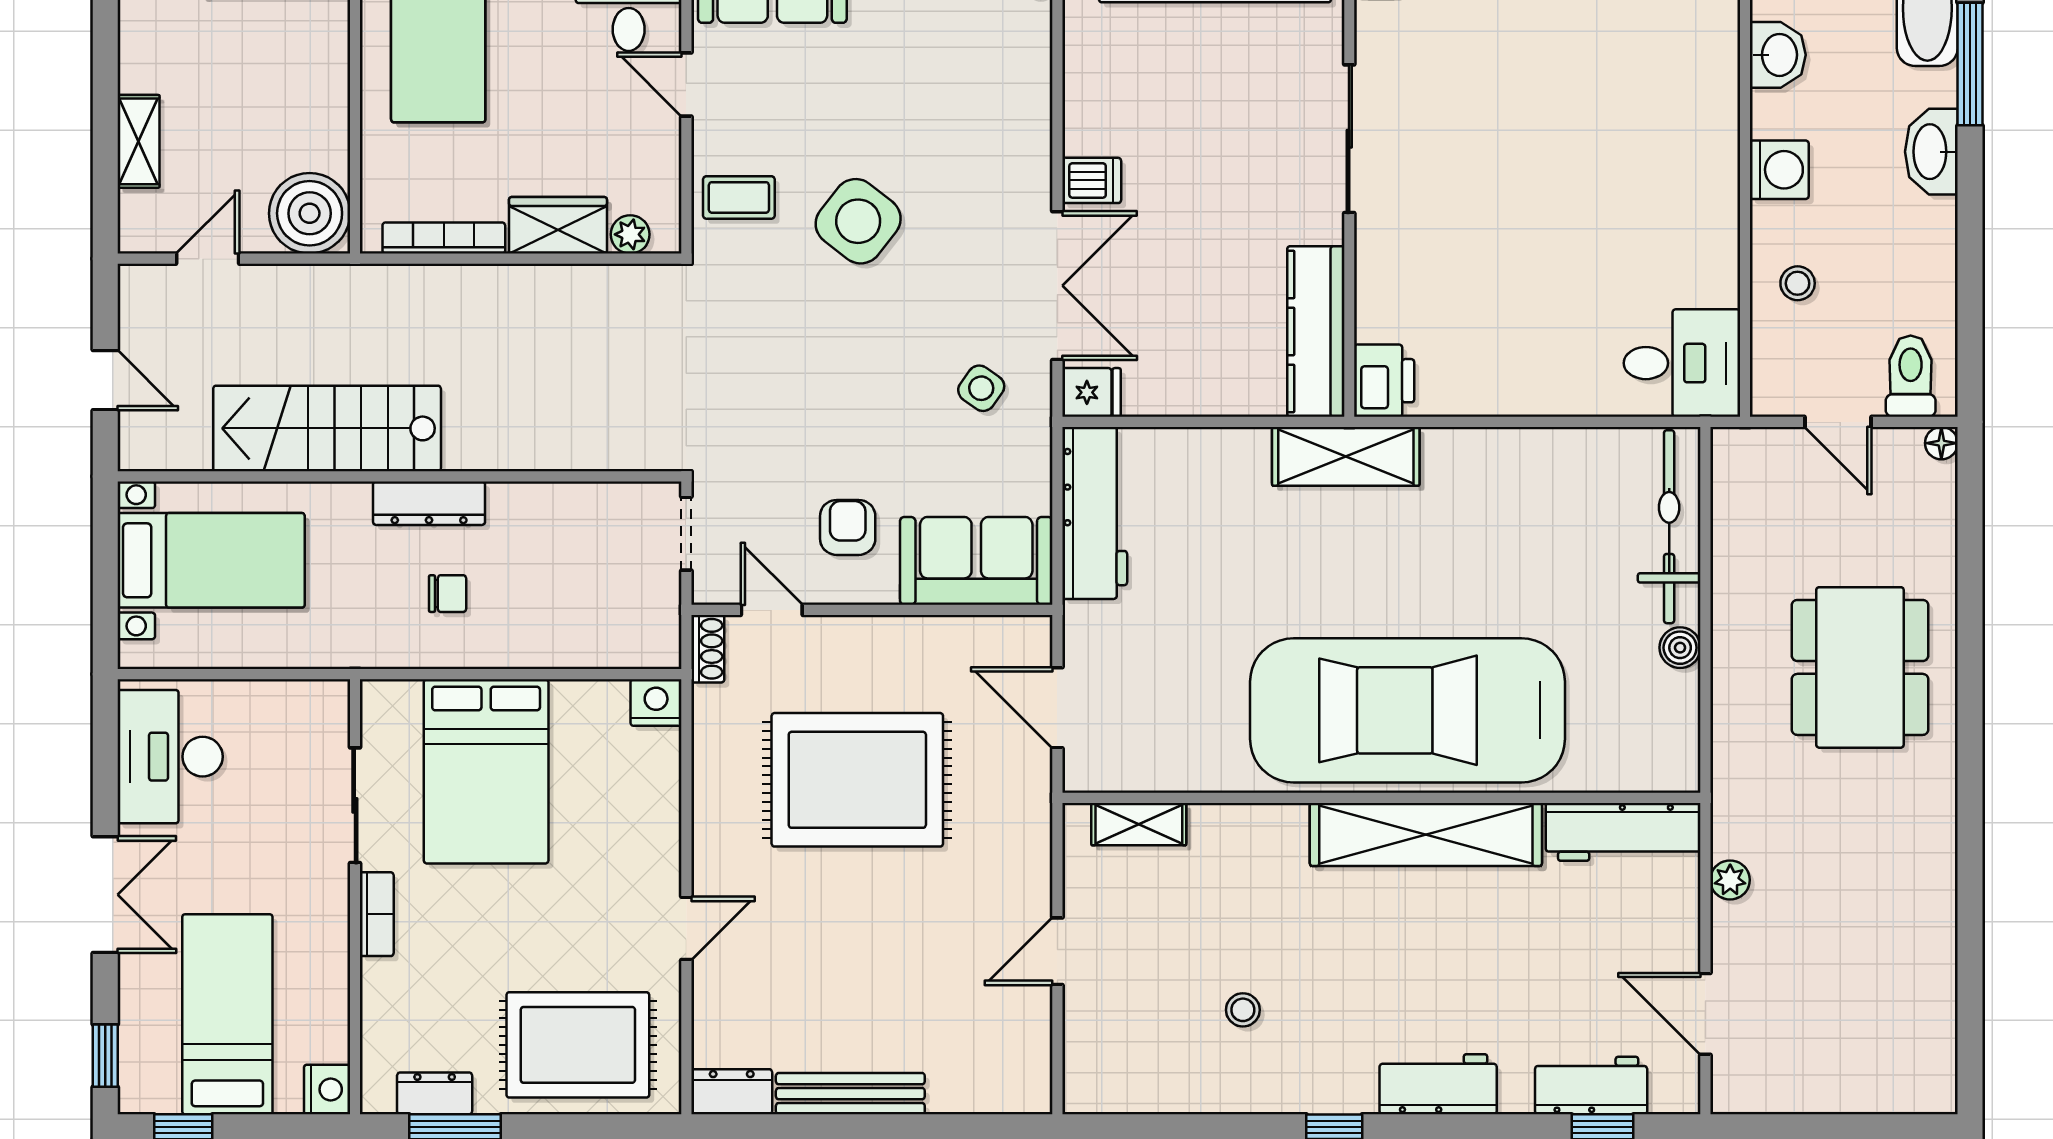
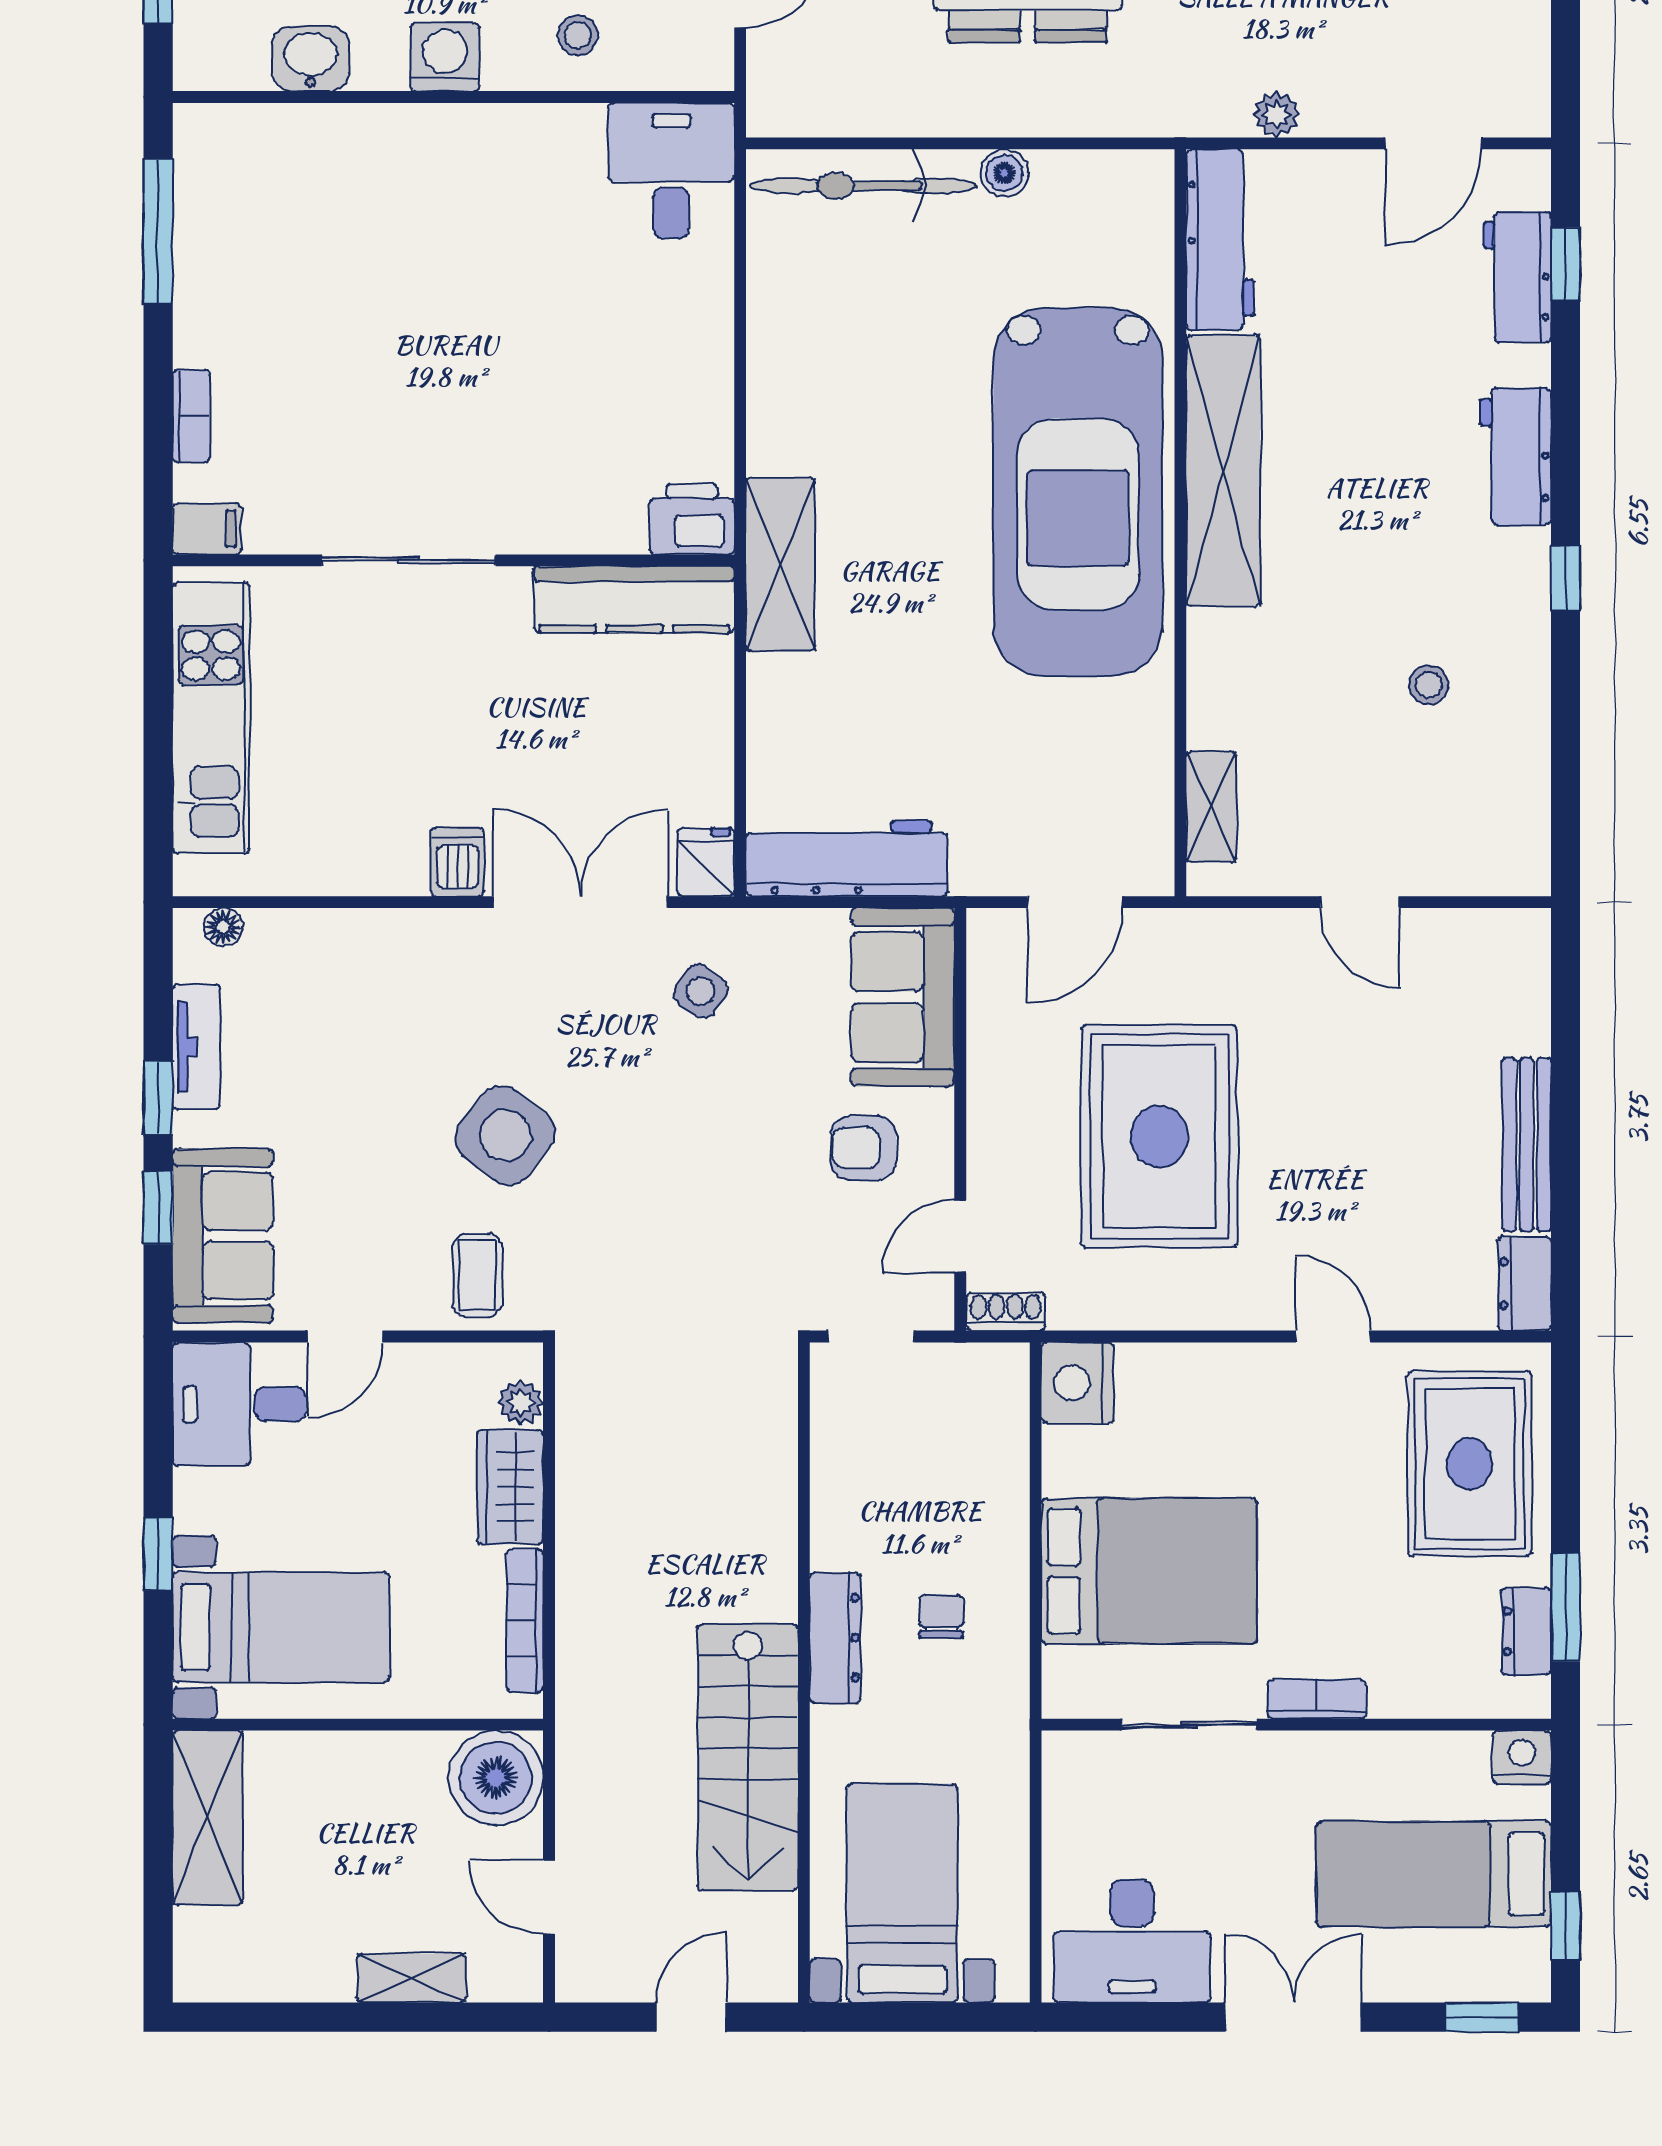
nightstand: (656, 703) -> (1078, 1383), width x1.36, depth x1.33

